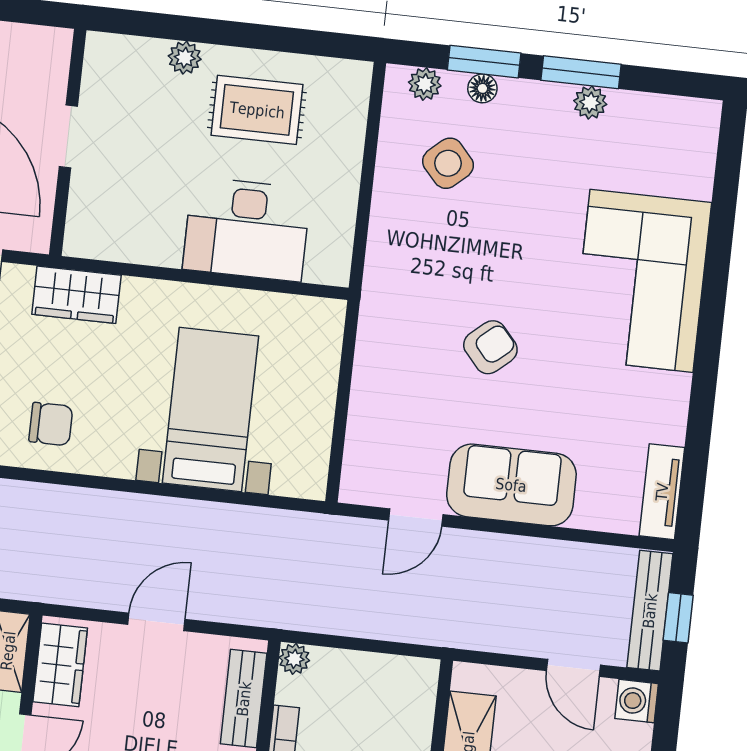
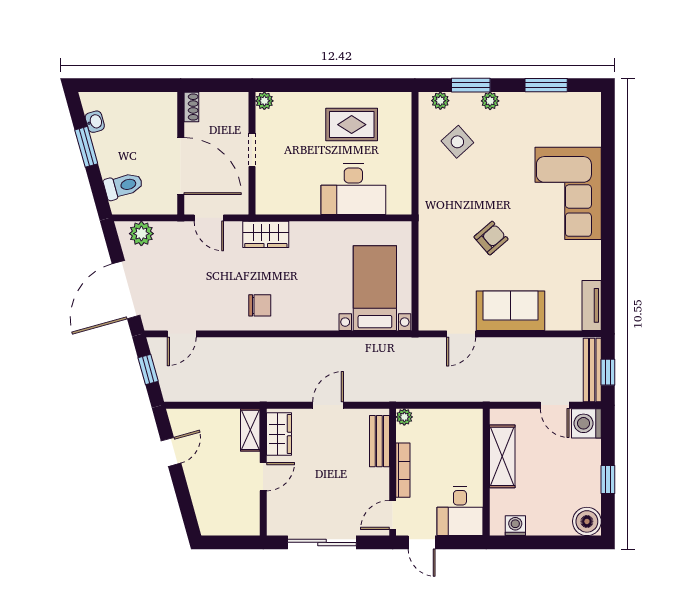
plant: (185, 58) -> (264, 101), moved
window: (581, 72) -> (546, 85), moved
floor lamp: (482, 88) -> (471, 100), removed
plant: (590, 103) -> (490, 101), moved
bed with nightstands: (210, 410) -> (375, 288), moved
washing machine: (637, 701) -> (586, 423), width x1.38, depth x1.38

